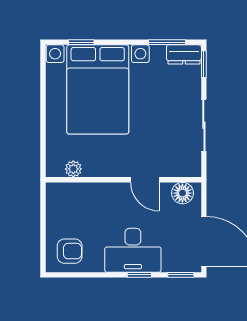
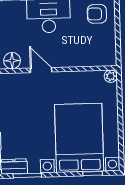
plant: (73, 169) -> (111, 76), moved

